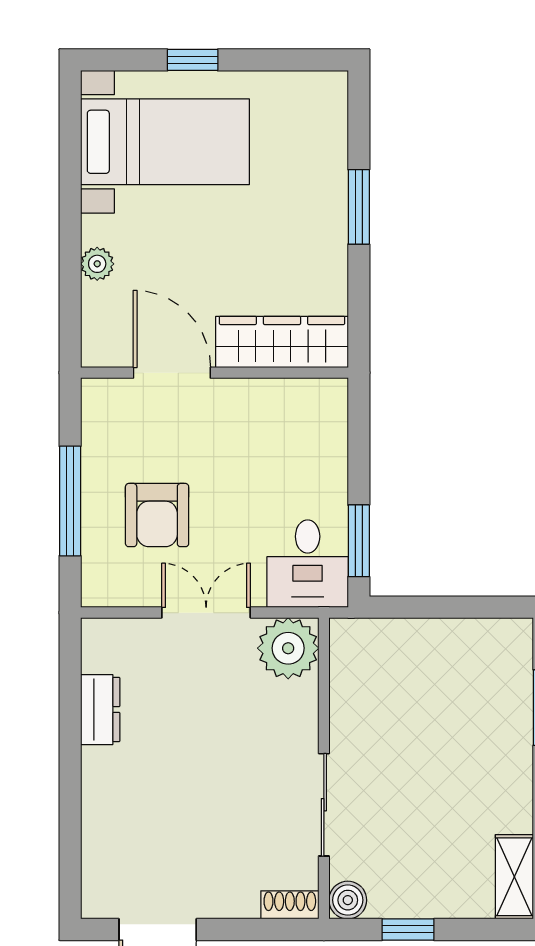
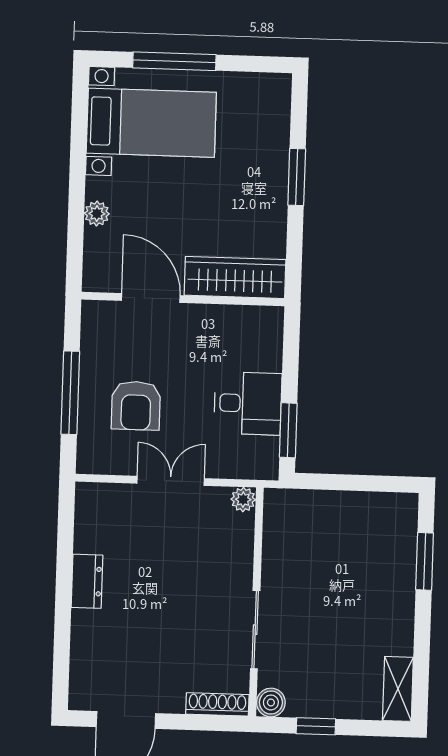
window: (193, 60) -> (174, 61), width x2.17
desk: (308, 564) -> (248, 403), moved, turned -90
plant: (288, 648) -> (243, 499), width x0.53, depth x0.53
dresser: (100, 710) -> (87, 581), moved
shoe rack: (290, 905) -> (217, 704), width x1.43

